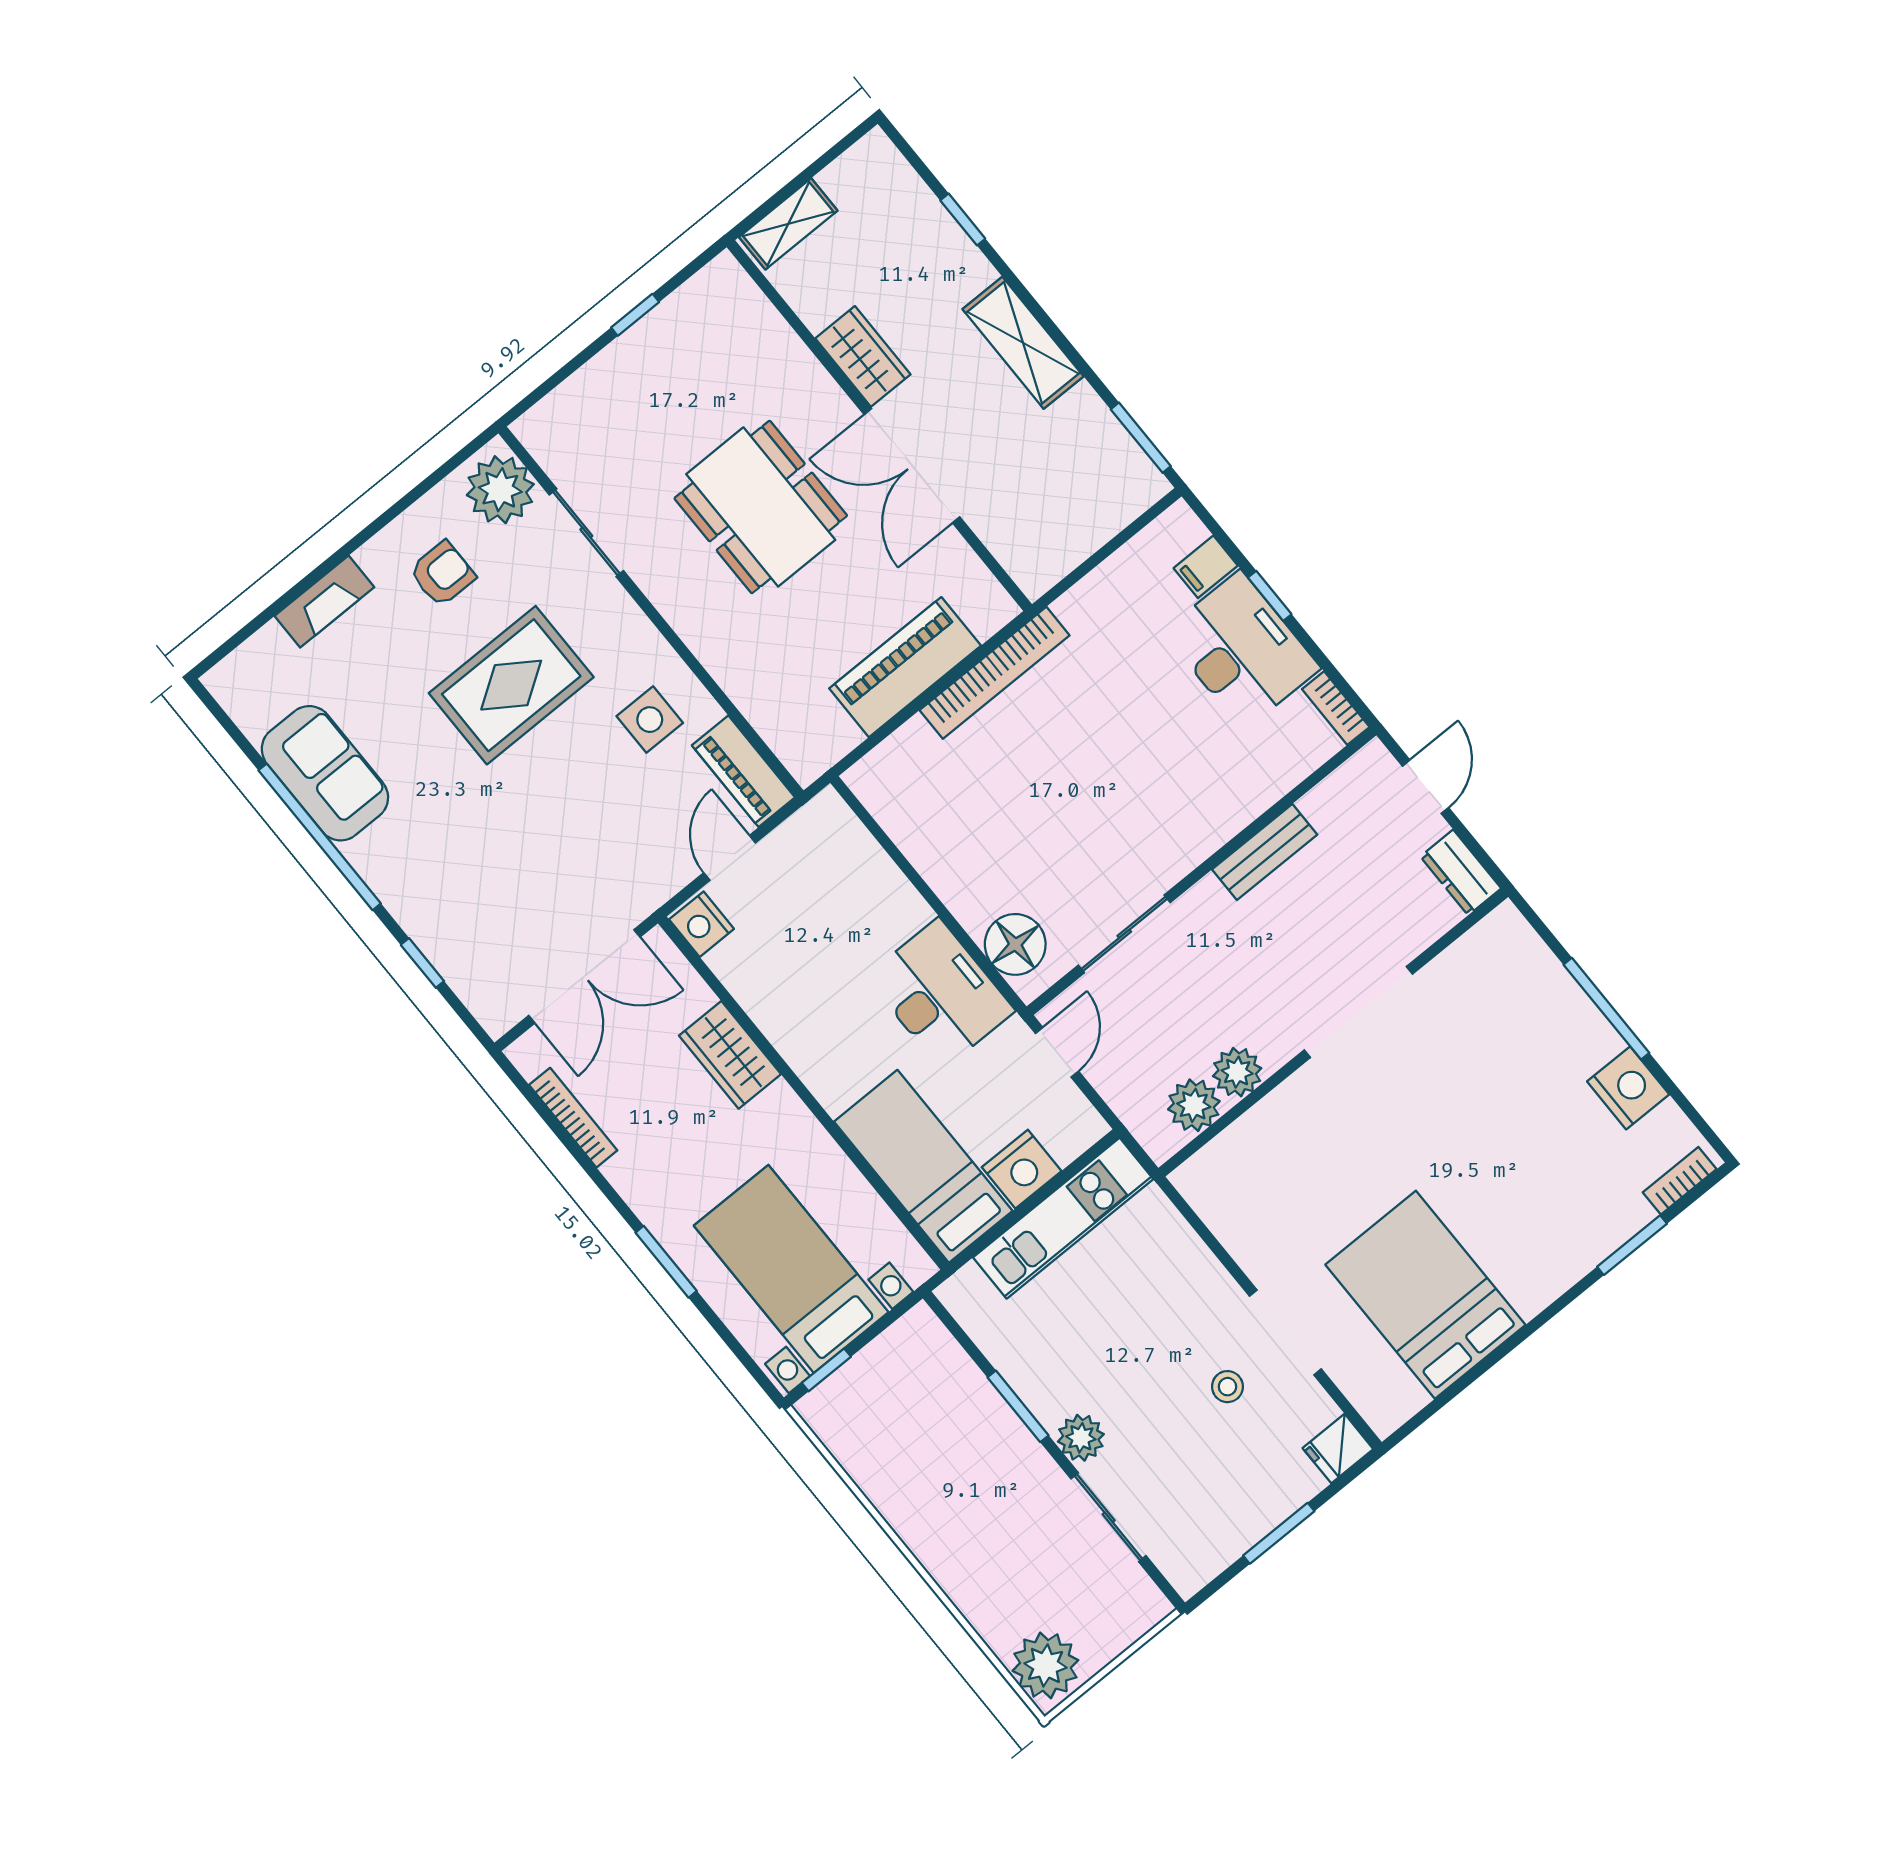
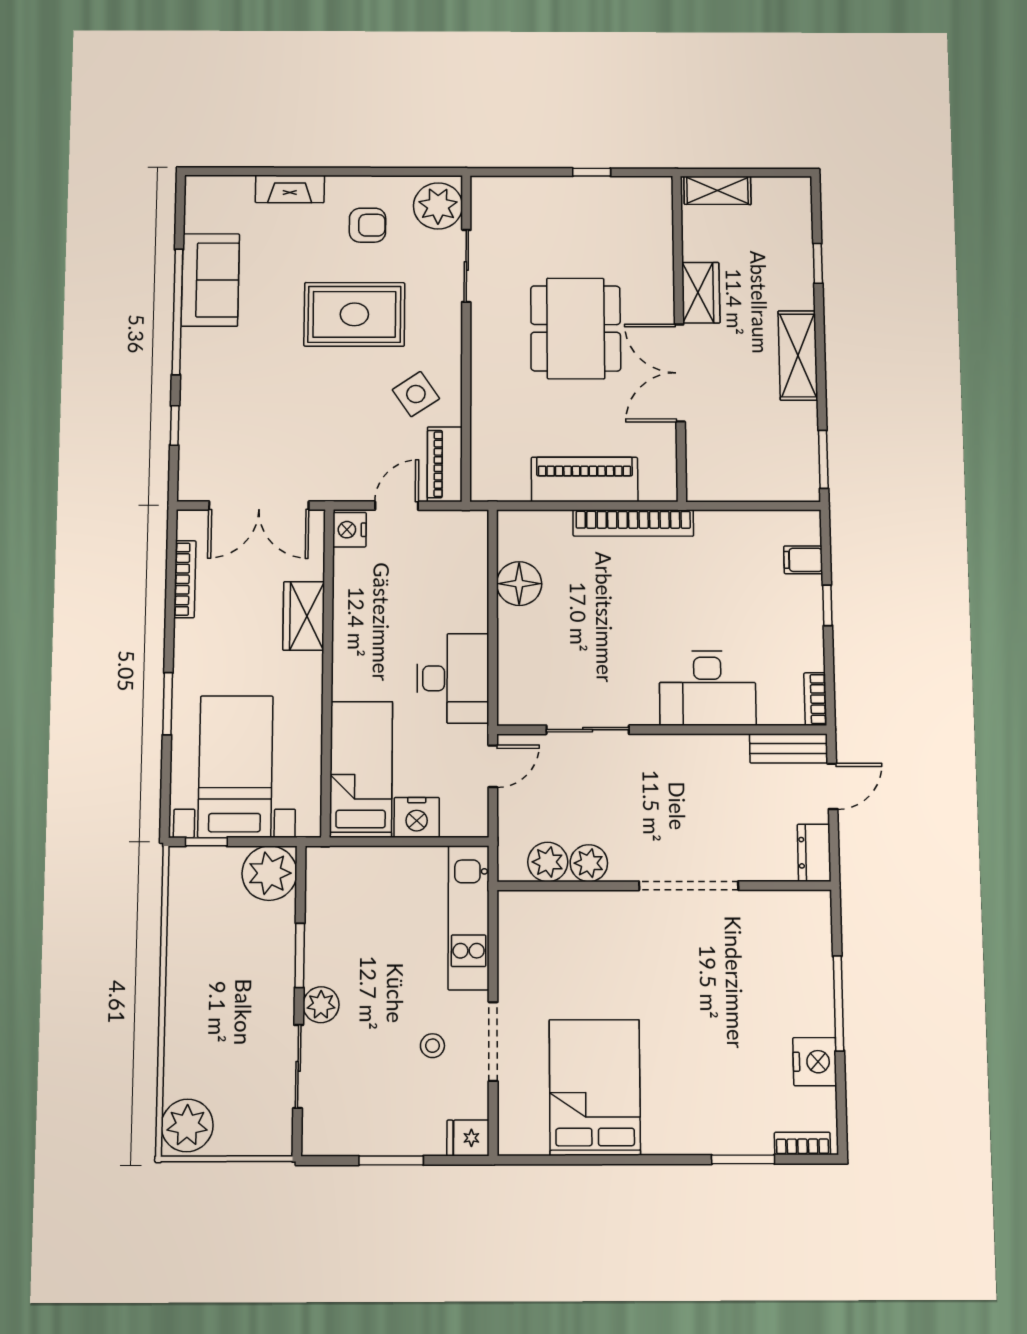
desk: (1242, 650) -> (708, 688), moved, turned 90
side table: (650, 720) -> (416, 394), turned -34
bench: (1265, 852) -> (789, 748), moved
floor lamp: (1015, 944) -> (519, 584), moved
kitchen unit: (1063, 1218) -> (469, 917), moved, turned 90
plant: (918, 1349) -> (269, 873), added

